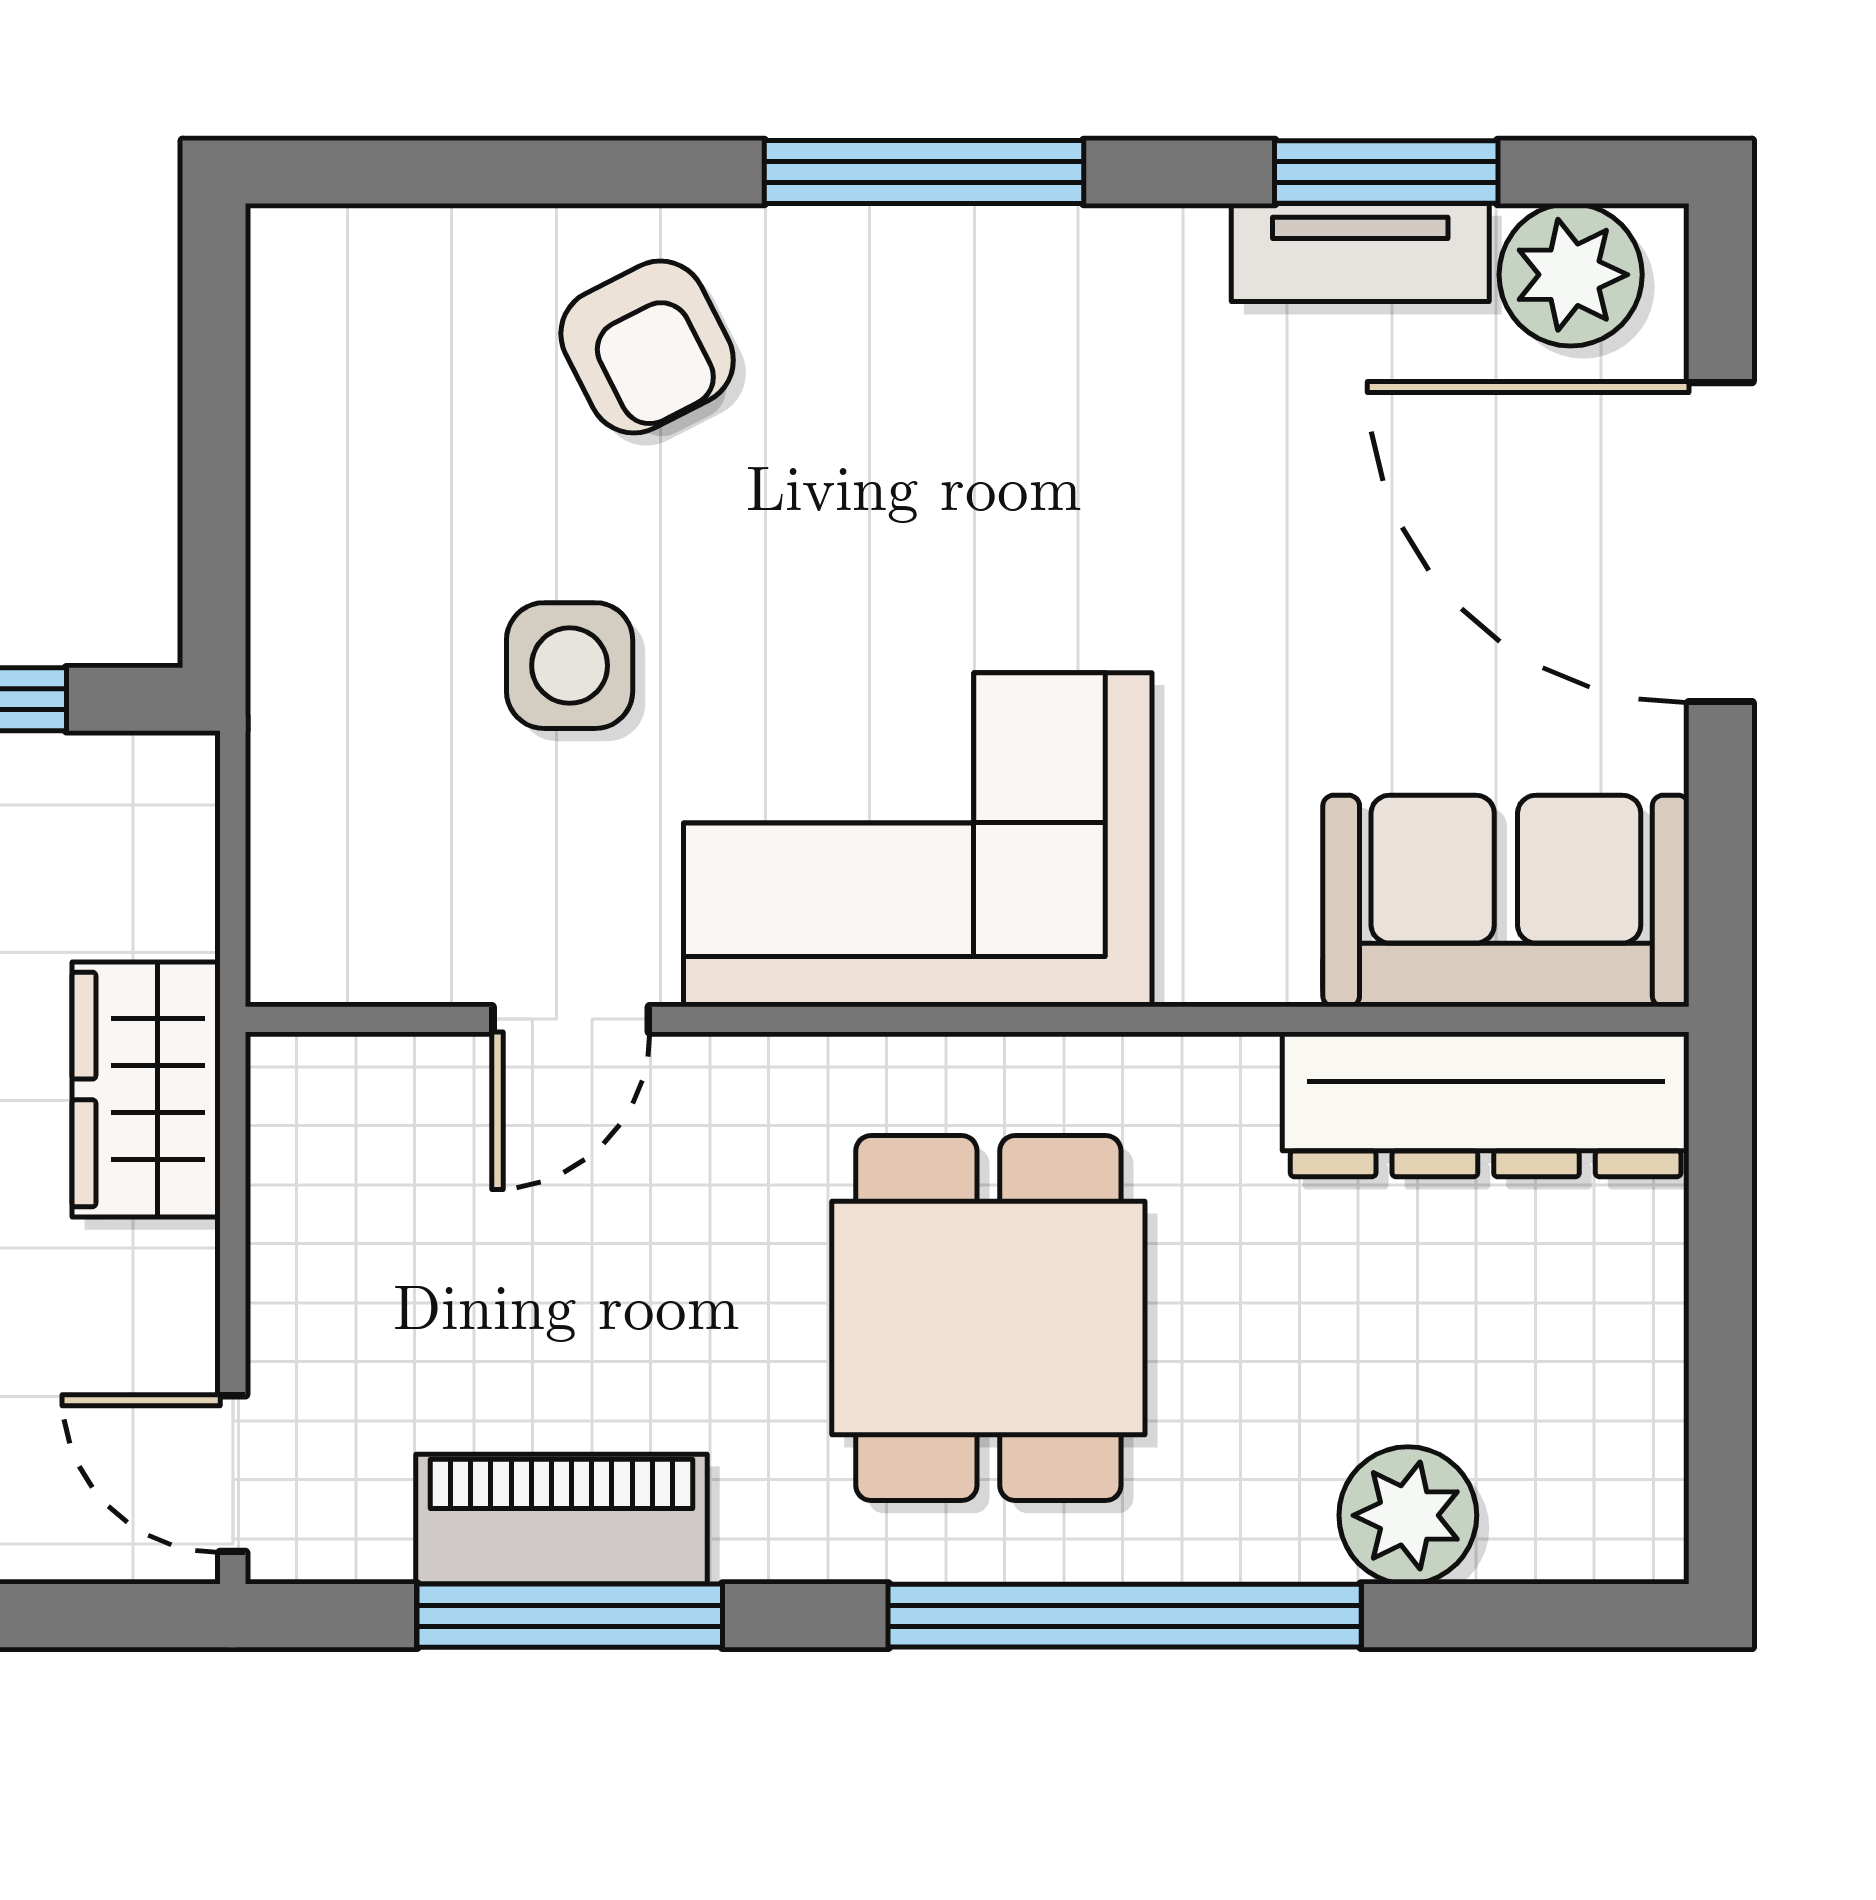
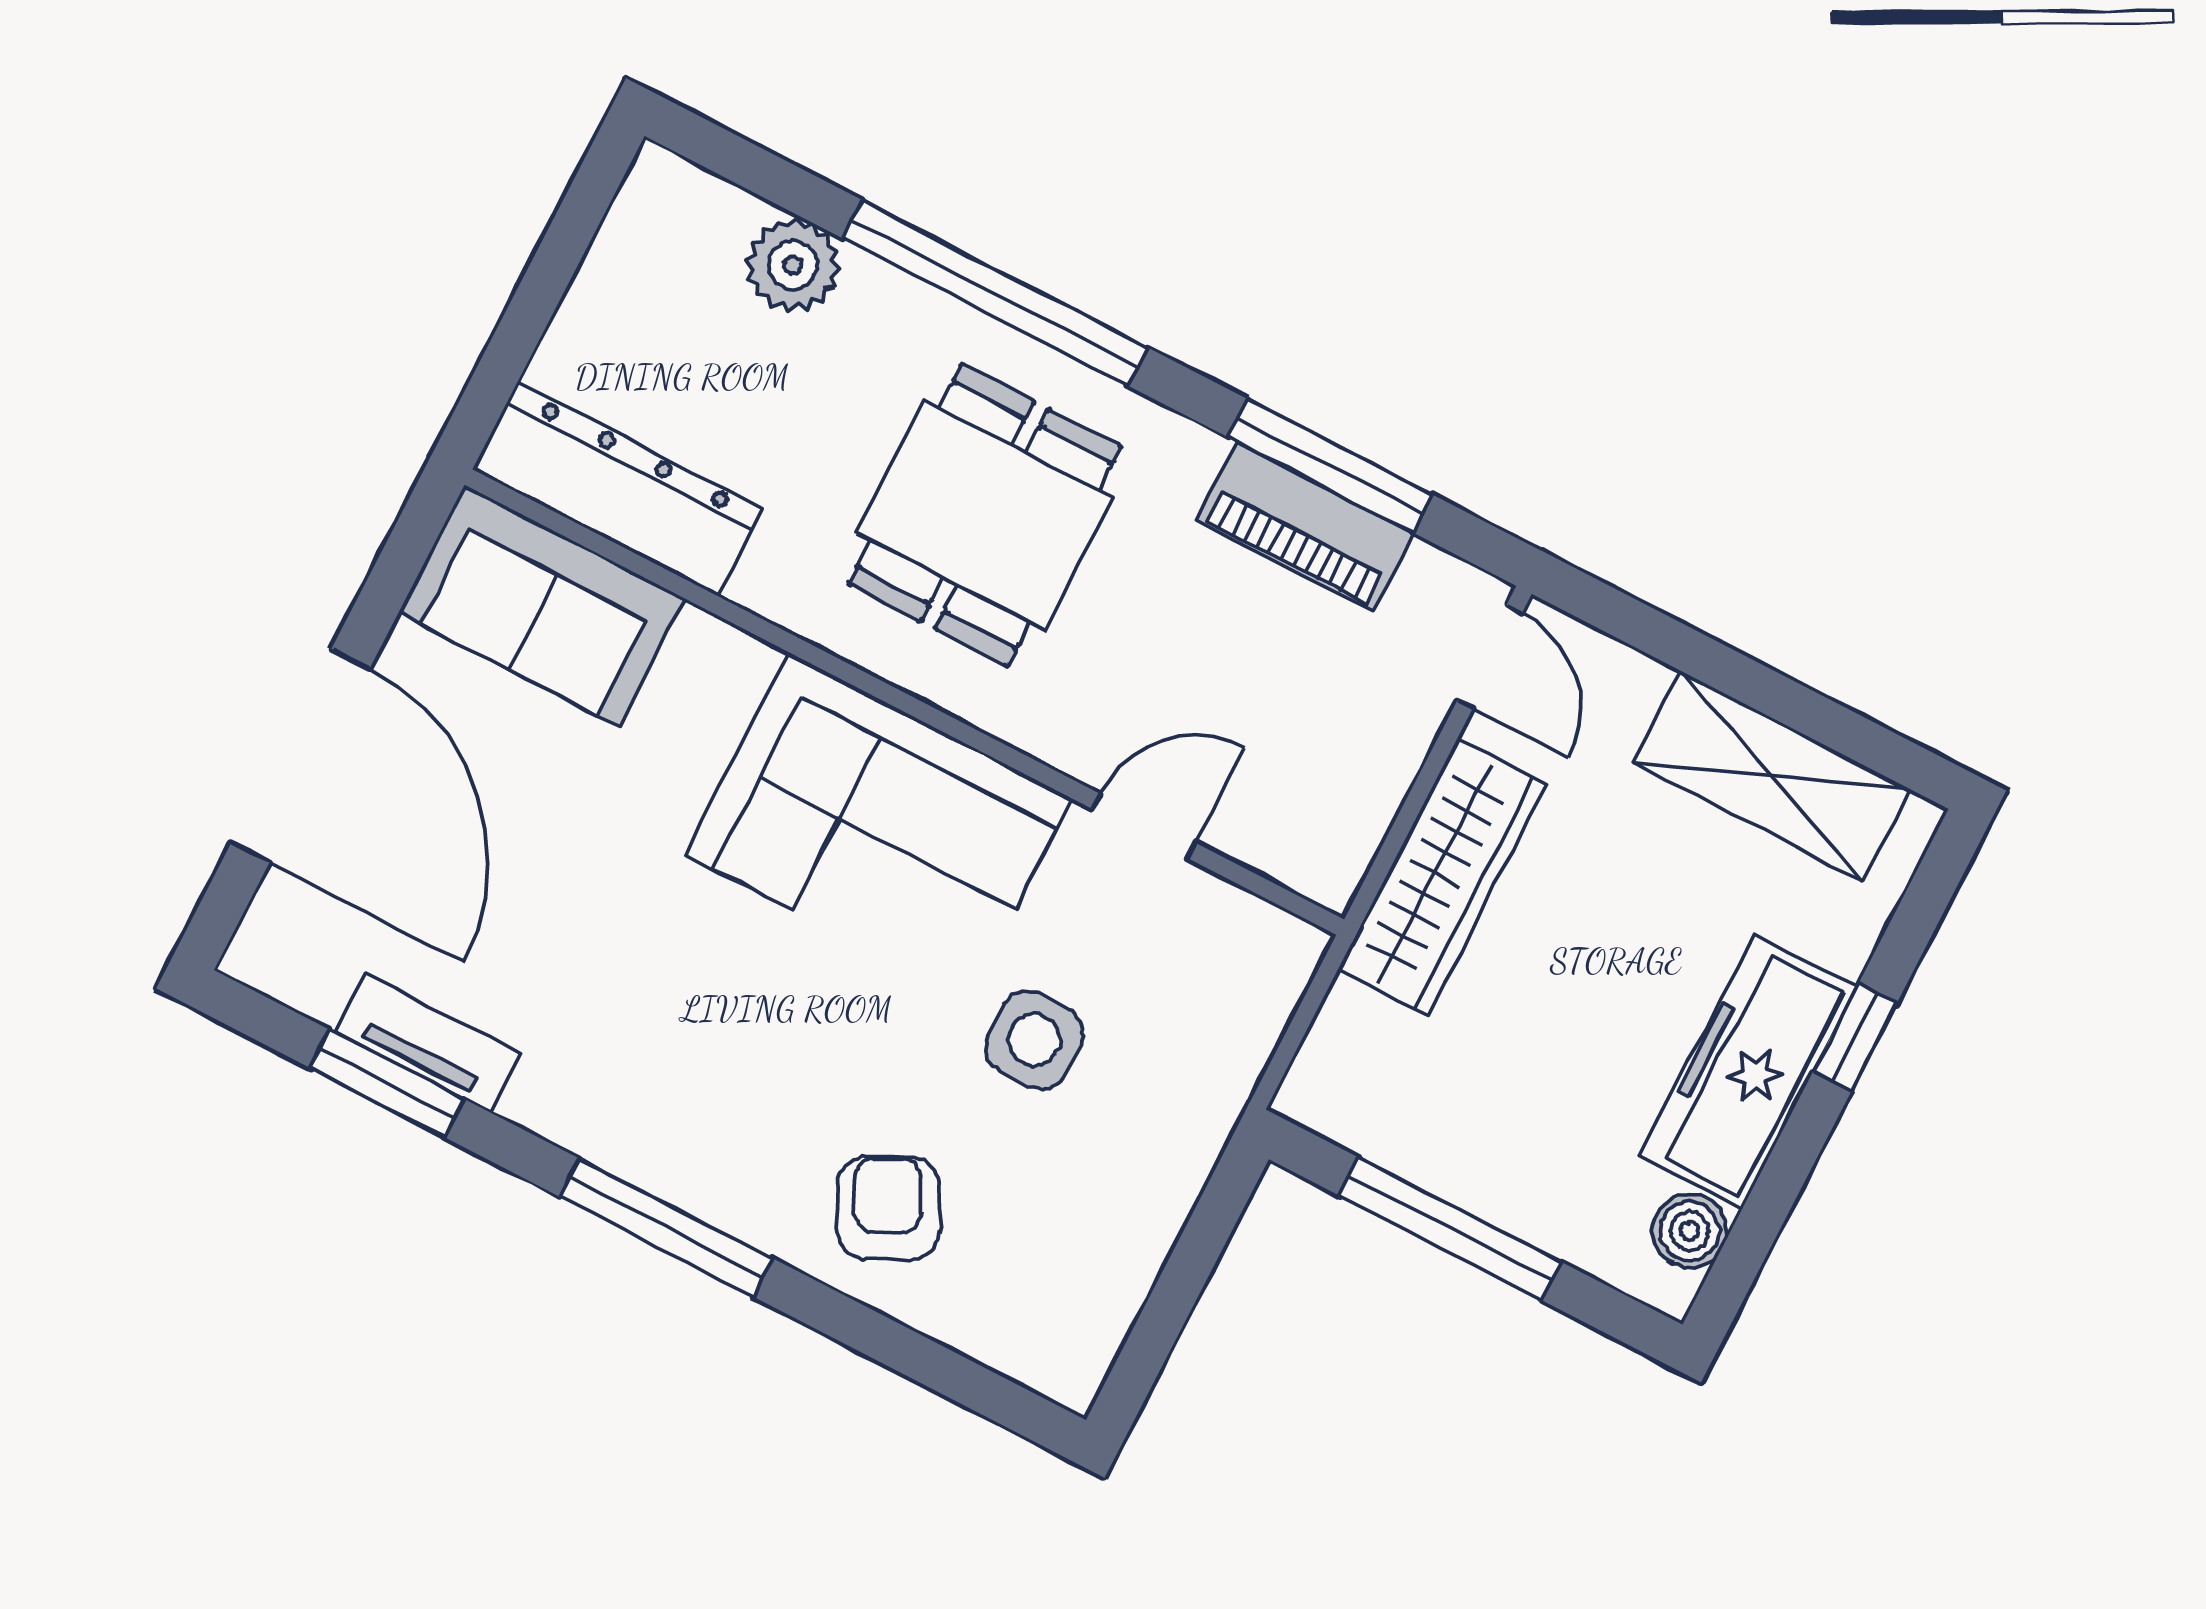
plant: (1571, 275) -> (308, 964), removed
wardrobe: (146, 1089) -> (1442, 877), width x1.50

